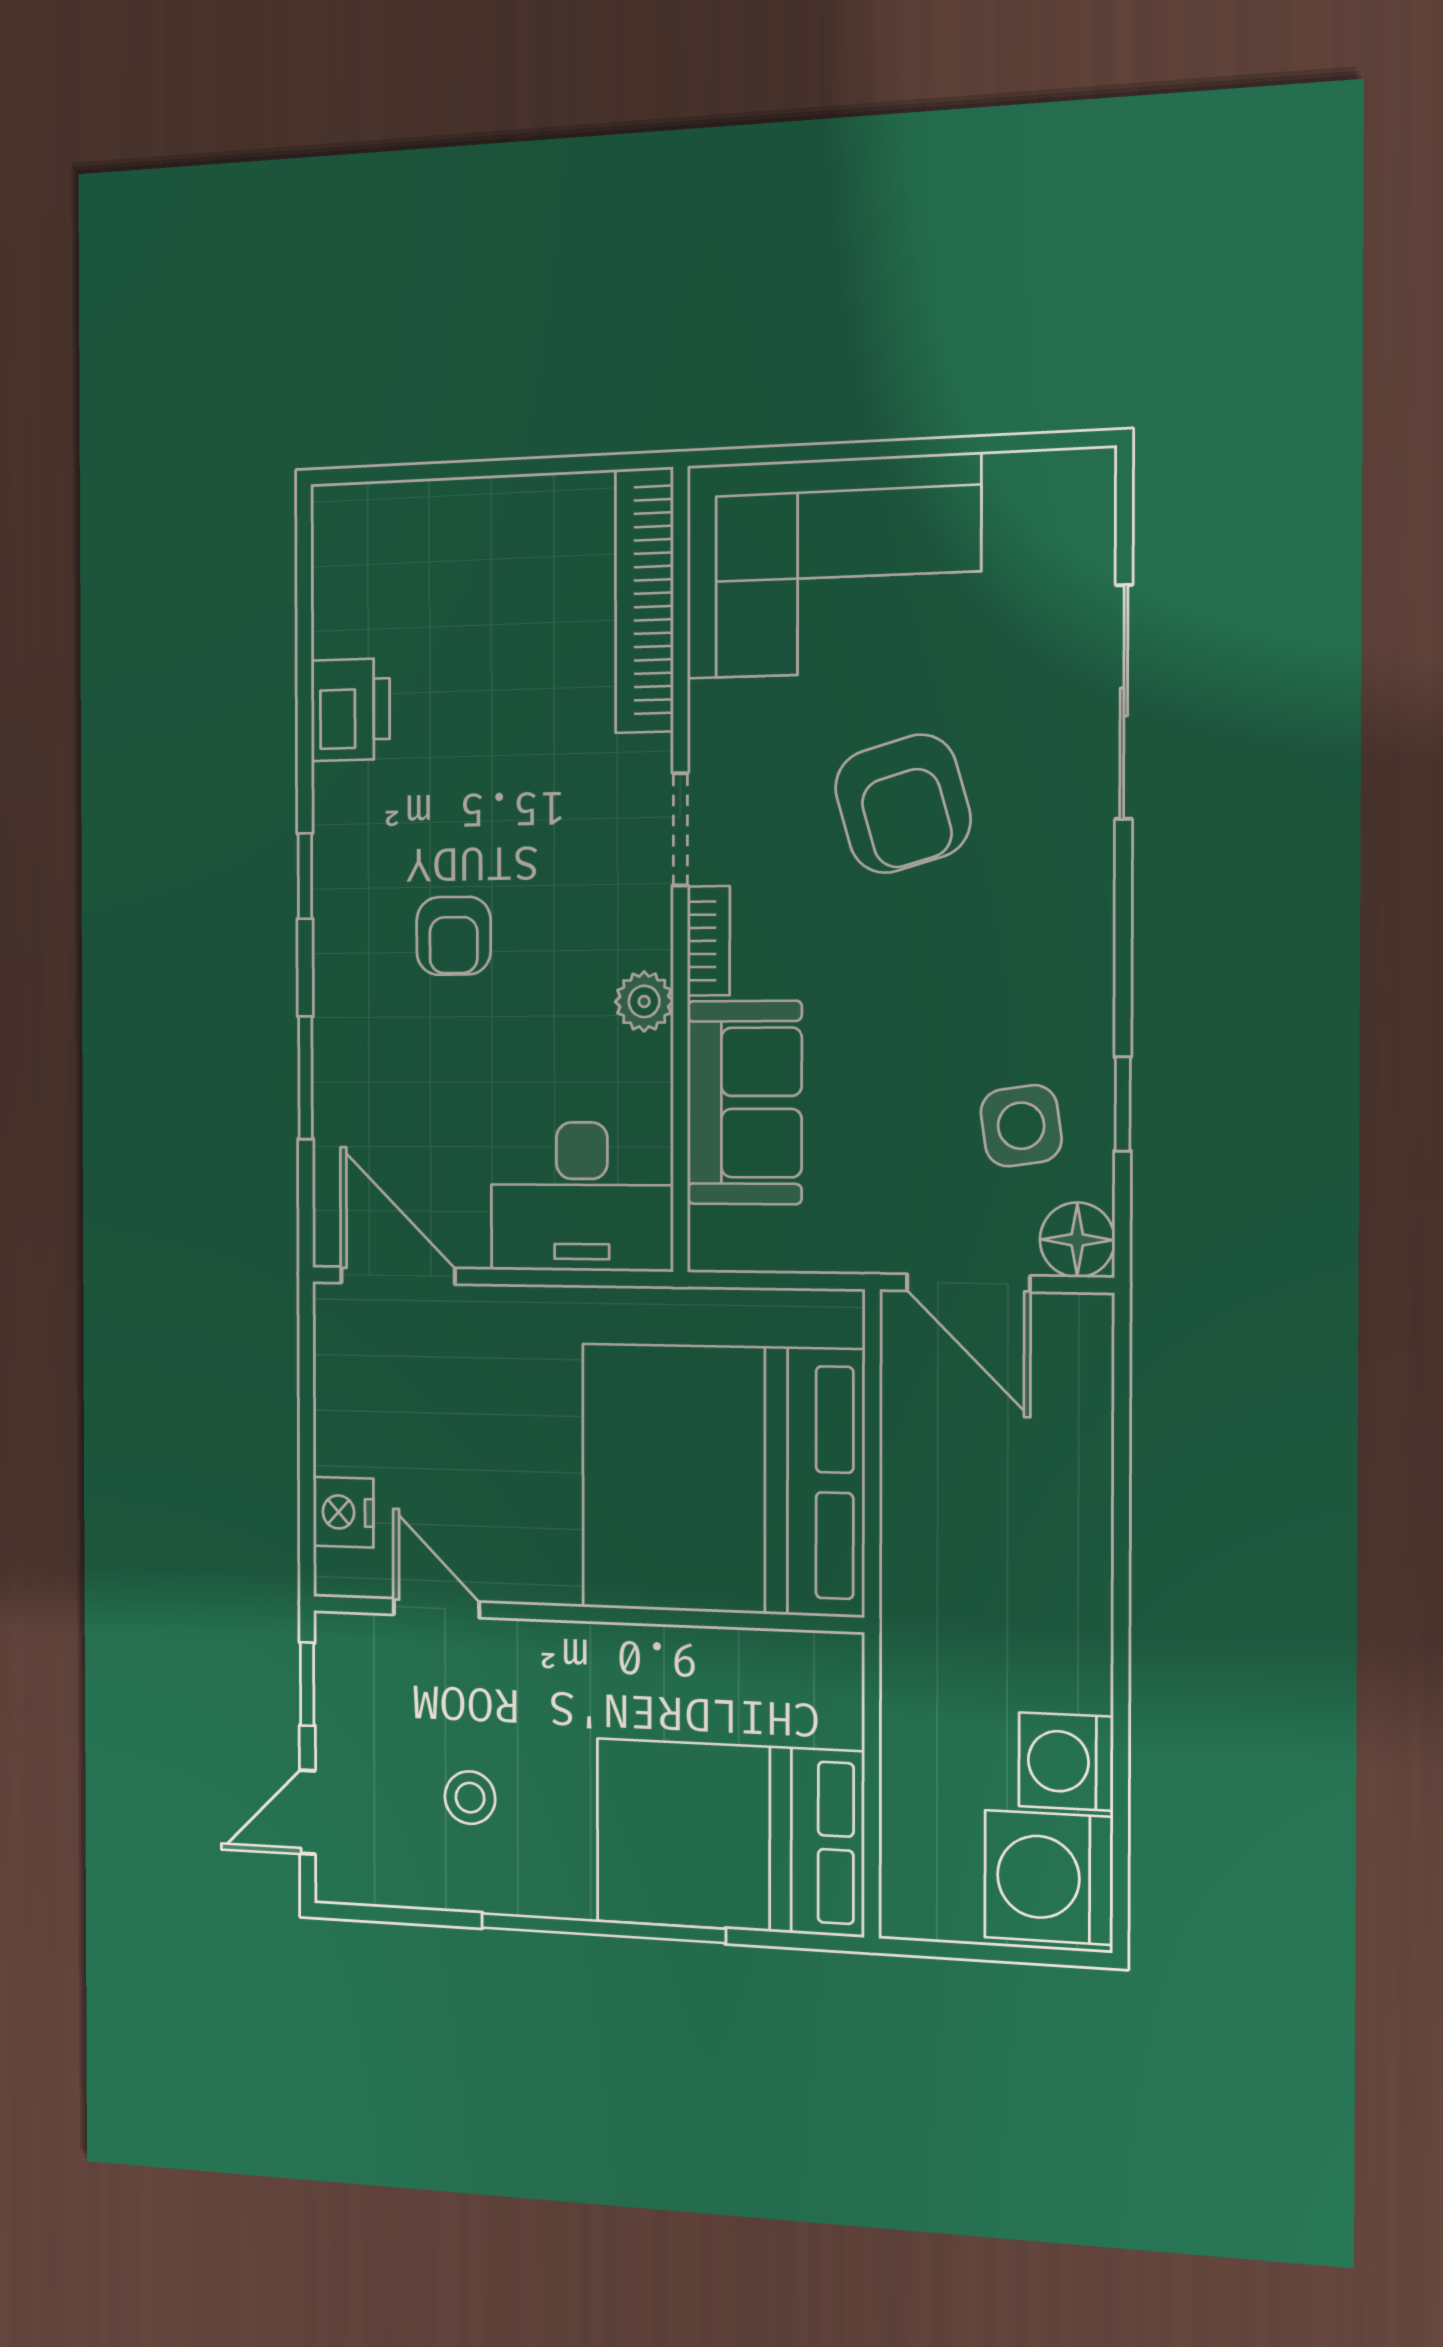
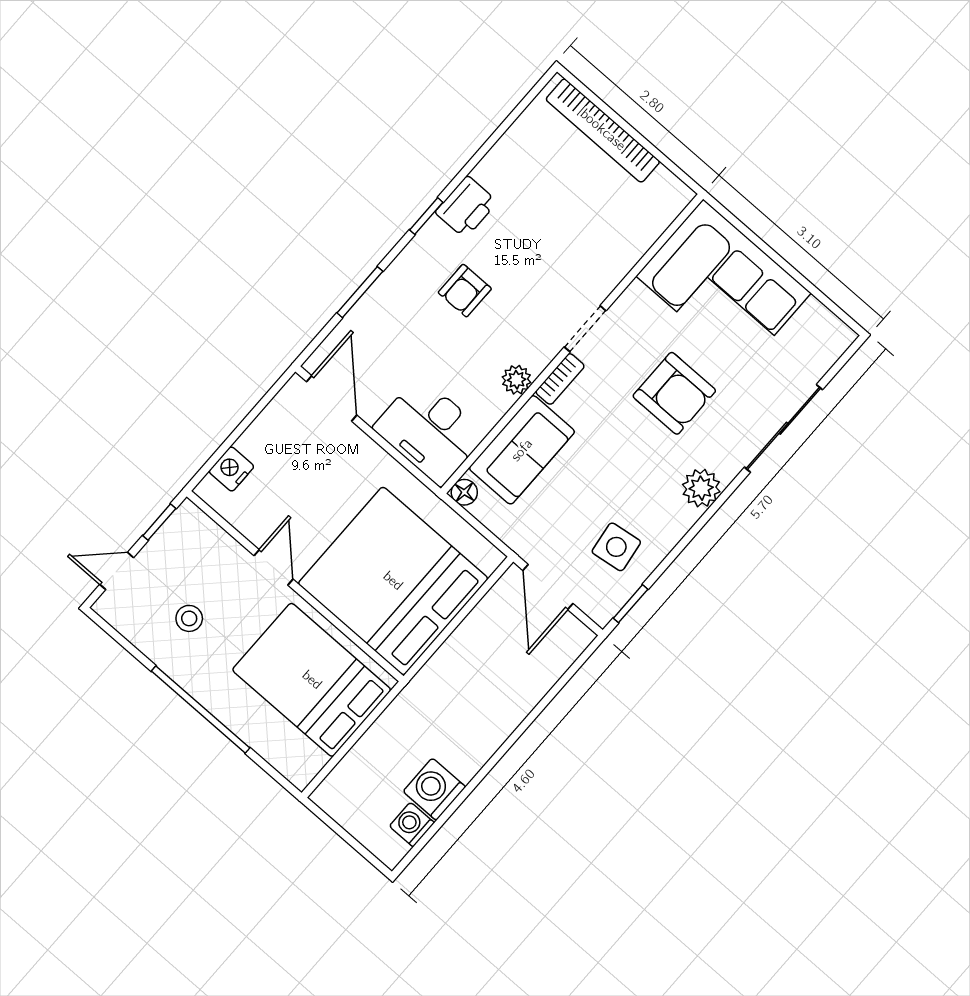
bookcase: (644, 600) -> (603, 130), moved, turned -90
printer: (350, 710) -> (466, 207), moved
armchair: (903, 804) -> (674, 393), turned -74
plant: (1075, 914) -> (701, 488), added
window: (1123, 1104) -> (631, 604), moved
floor lamp: (1077, 1240) -> (464, 492), moved, width x0.73, depth x0.73
door: (436, 1608) -> (273, 567), moved
bed: (730, 1837) -> (312, 680), moved
washing machine: (1049, 1877) -> (412, 824), width x0.53, depth x0.53

